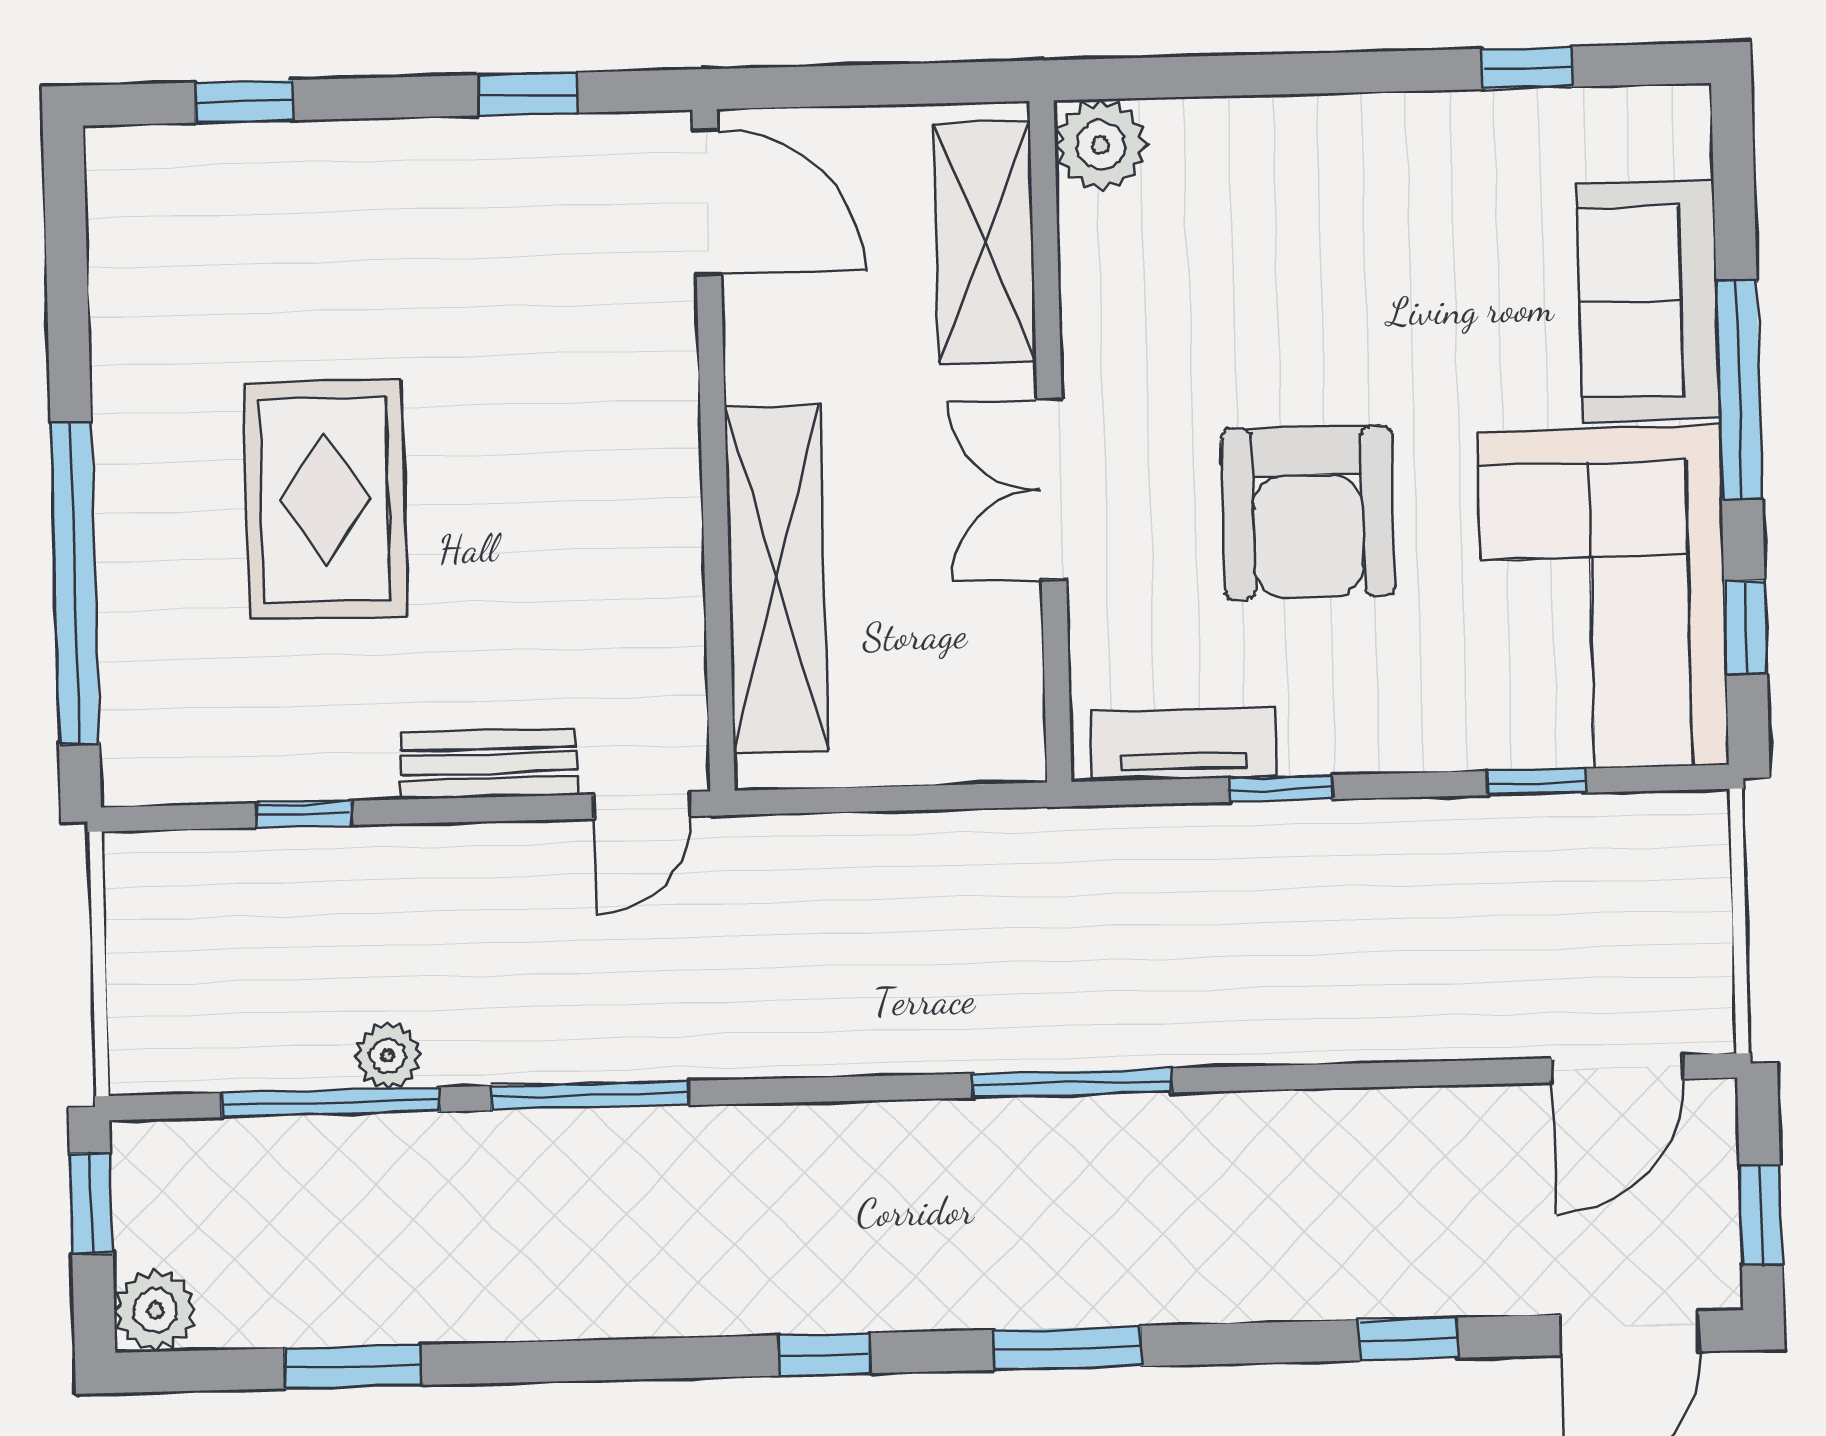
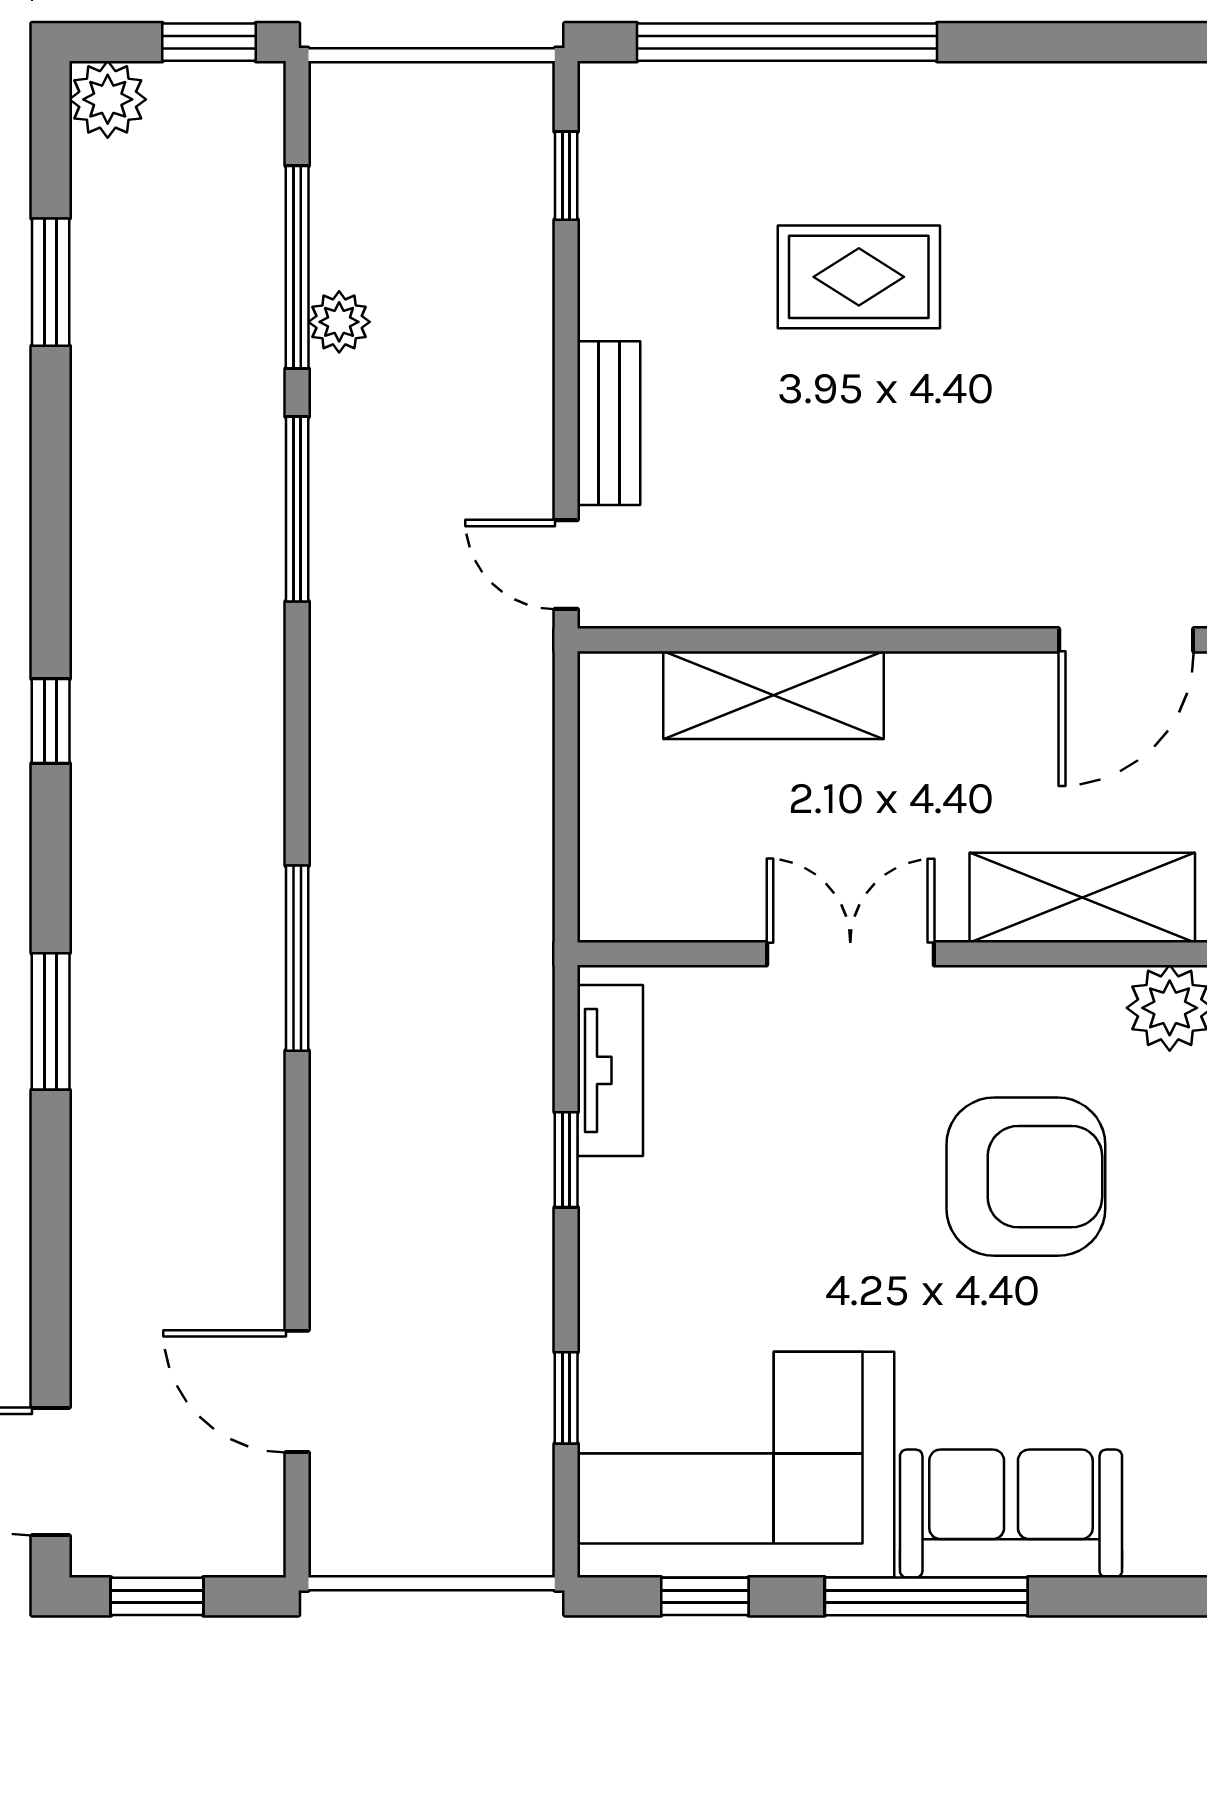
rug: (325, 499) -> (859, 277), width x0.73, depth x0.70
armchair: (1308, 512) -> (1026, 1177), moved, turned 180
shelving: (776, 579) -> (774, 695), width x0.68
window: (304, 814) -> (566, 176), moved
door: (1617, 1069) -> (297, 1391), moved
window: (1408, 1339) -> (51, 1265), removed
window: (1068, 1348) -> (51, 1021), moved

